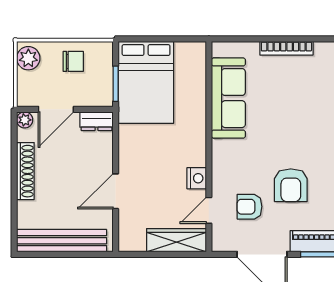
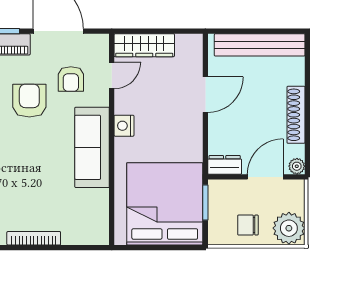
plant: (28, 58) -> (289, 228), width x1.36, depth x1.36
bed: (146, 82) -> (165, 204), width x1.36
sofa: (228, 98) -> (92, 147), moved
nightstand: (197, 178) -> (124, 126), moved
armchair: (249, 207) -> (71, 79), turned 90

